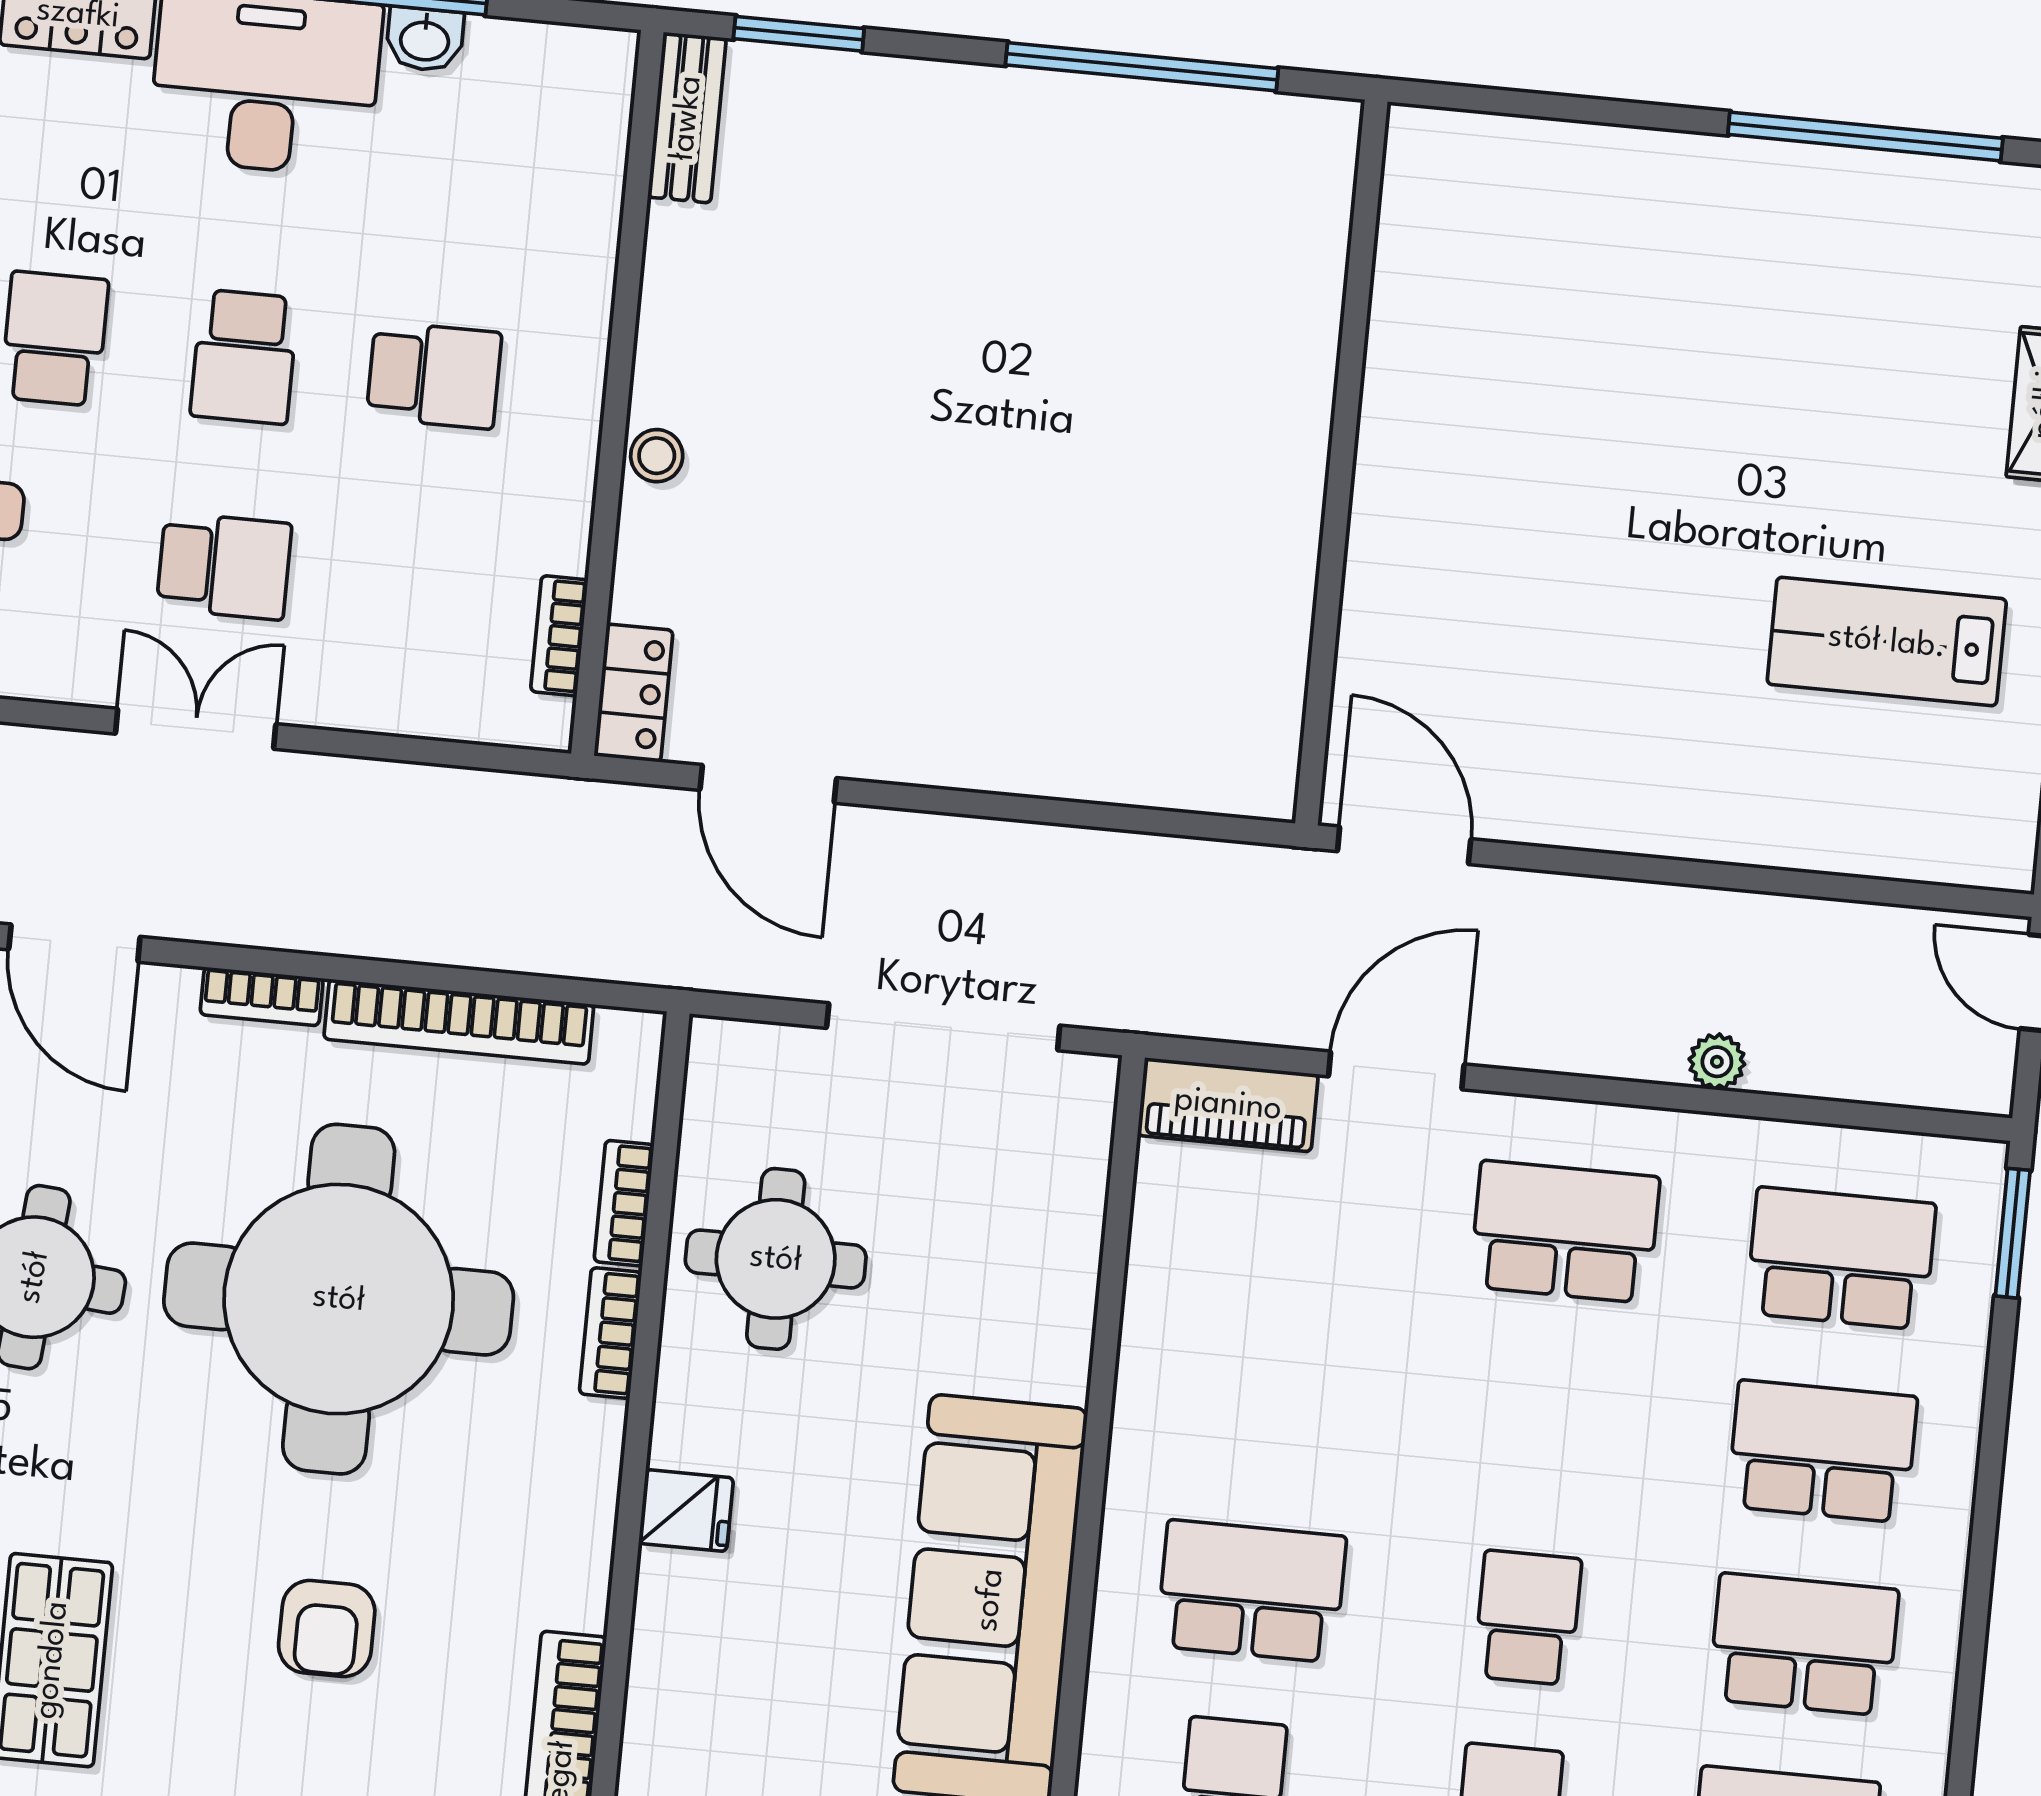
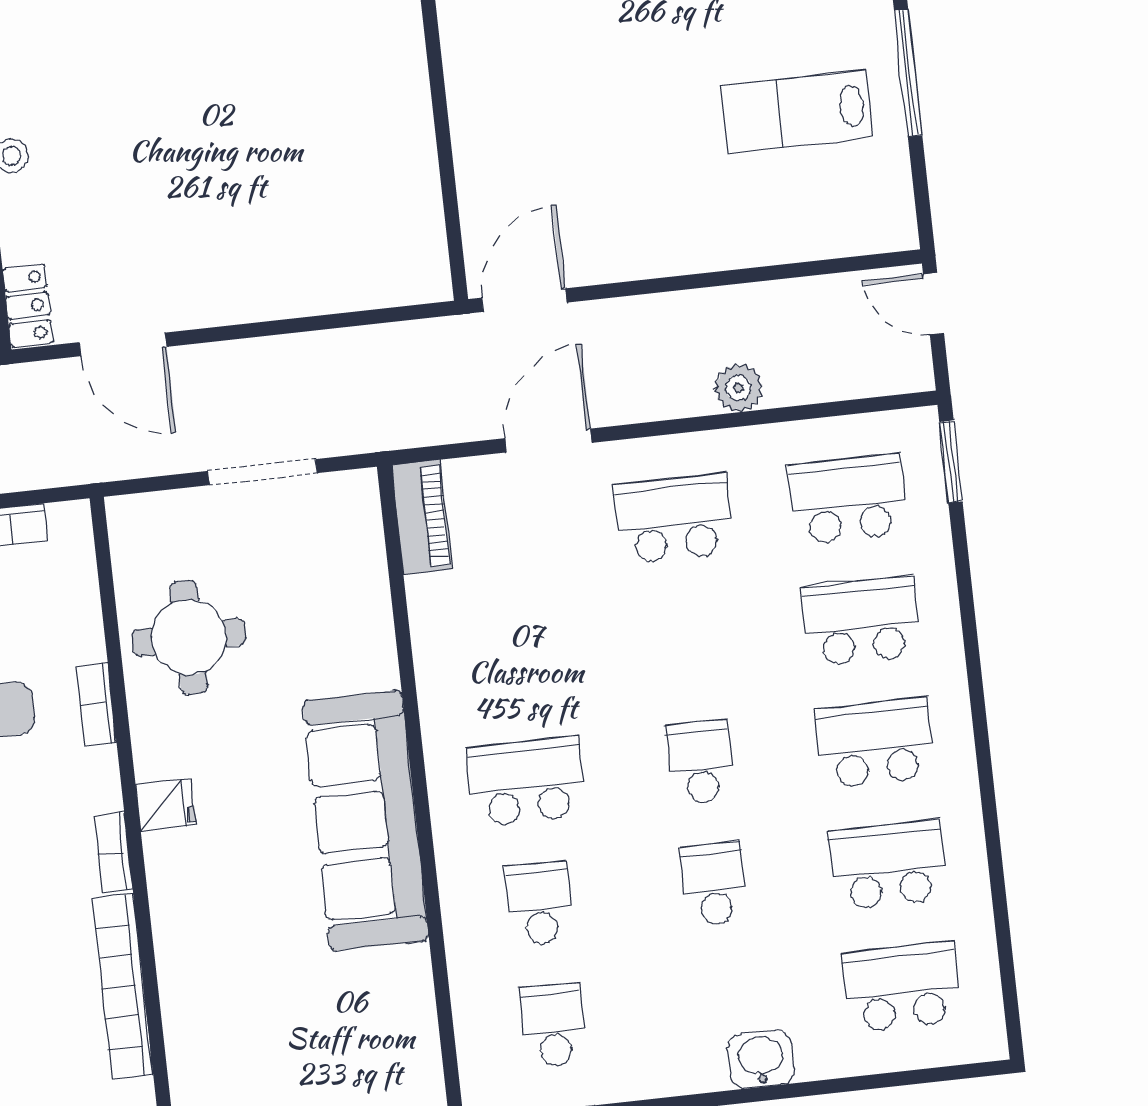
door: (1404, 845) -> (524, 300), hinge flipped
doorway: (943, 1027) -> (262, 472), width x0.73
plant: (1717, 1062) -> (738, 388), width x1.38, depth x1.38
piano: (1228, 1105) -> (422, 517), moved, turned -90
bookcase: (624, 1203) -> (113, 853), moved

